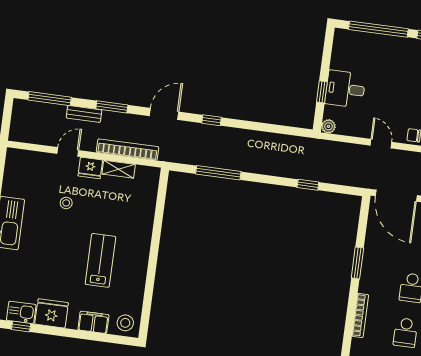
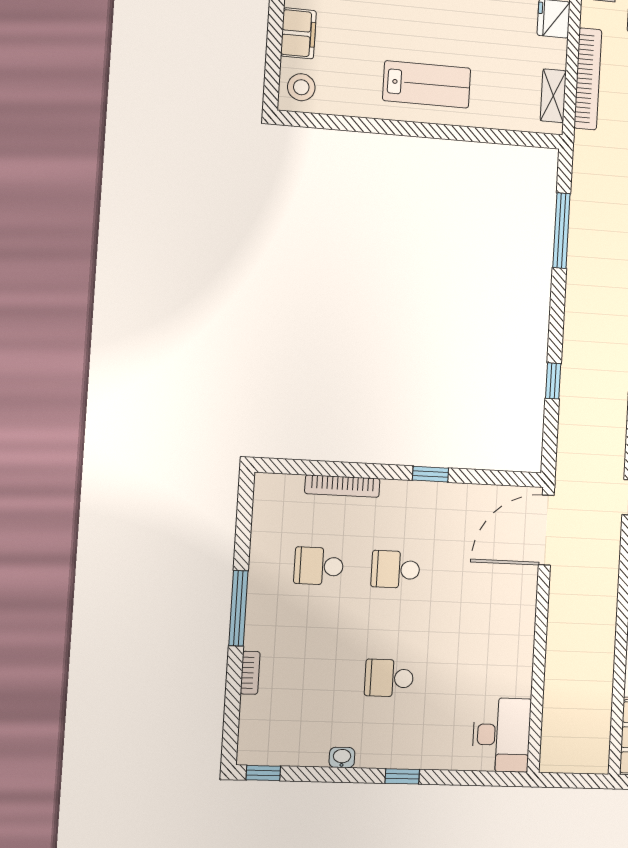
shelving: (119, 169) -> (553, 96), moved
lab bench: (100, 260) -> (427, 84), moved
window: (357, 263) -> (430, 474), width x0.67

